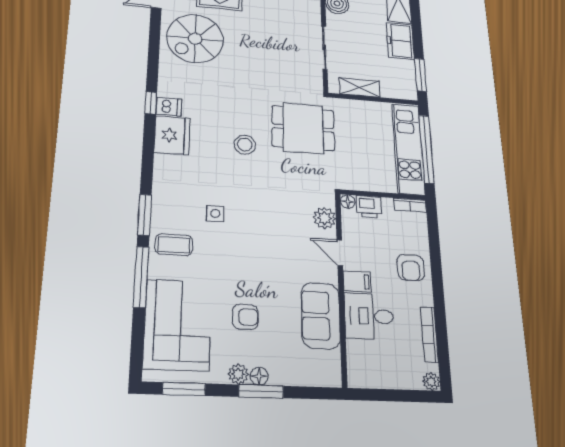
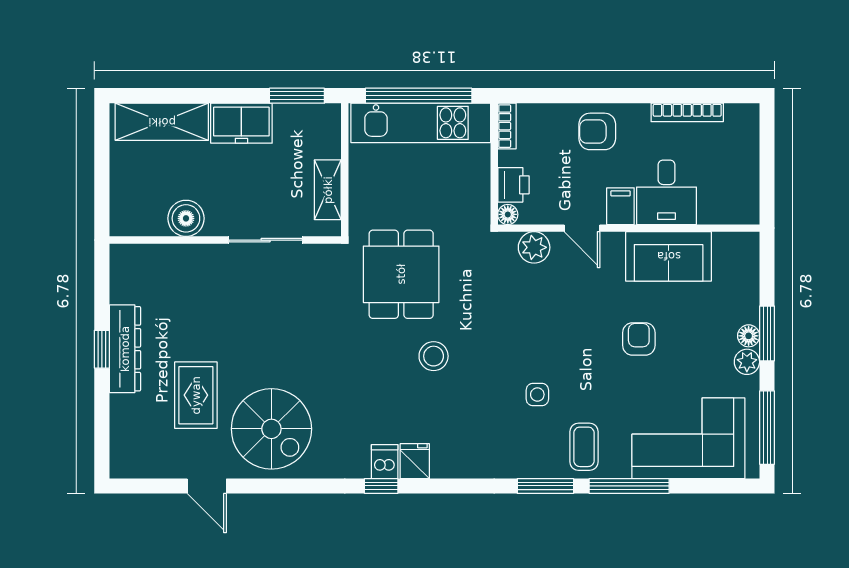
fridge: (172, 135) -> (415, 461), width x0.53, depth x0.75
door: (340, 253) -> (582, 228), hinge flipped
armchair: (411, 268) -> (597, 131), turned 180
armchair: (245, 317) -> (639, 339), moved
plant: (431, 382) -> (748, 115), removed
window: (184, 389) -> (767, 428), width x1.44

